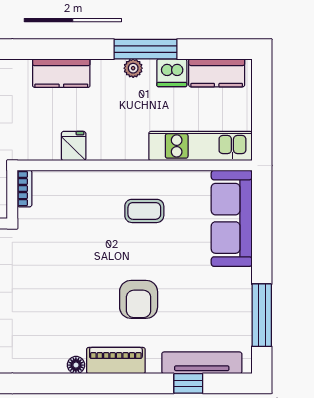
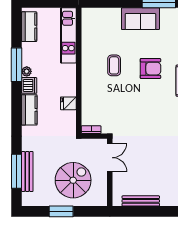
dishwasher: (172, 73) -> (29, 85), moved
coffee table: (144, 211) -> (114, 65), moved
sofa: (232, 218) -> (140, 19), moved, width x0.73

